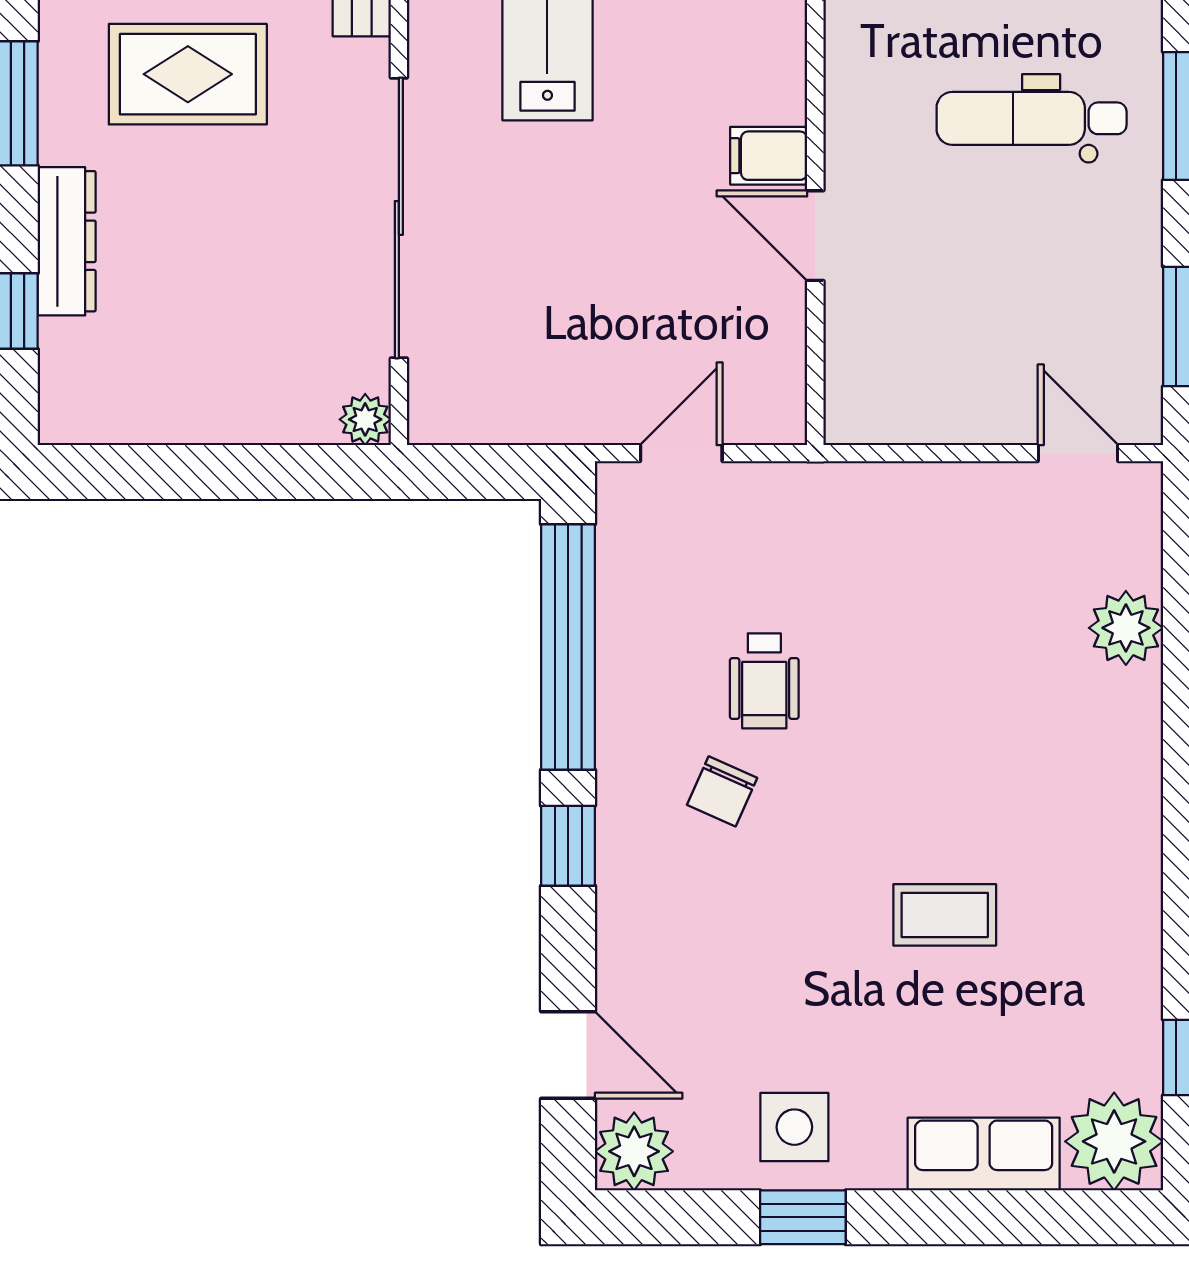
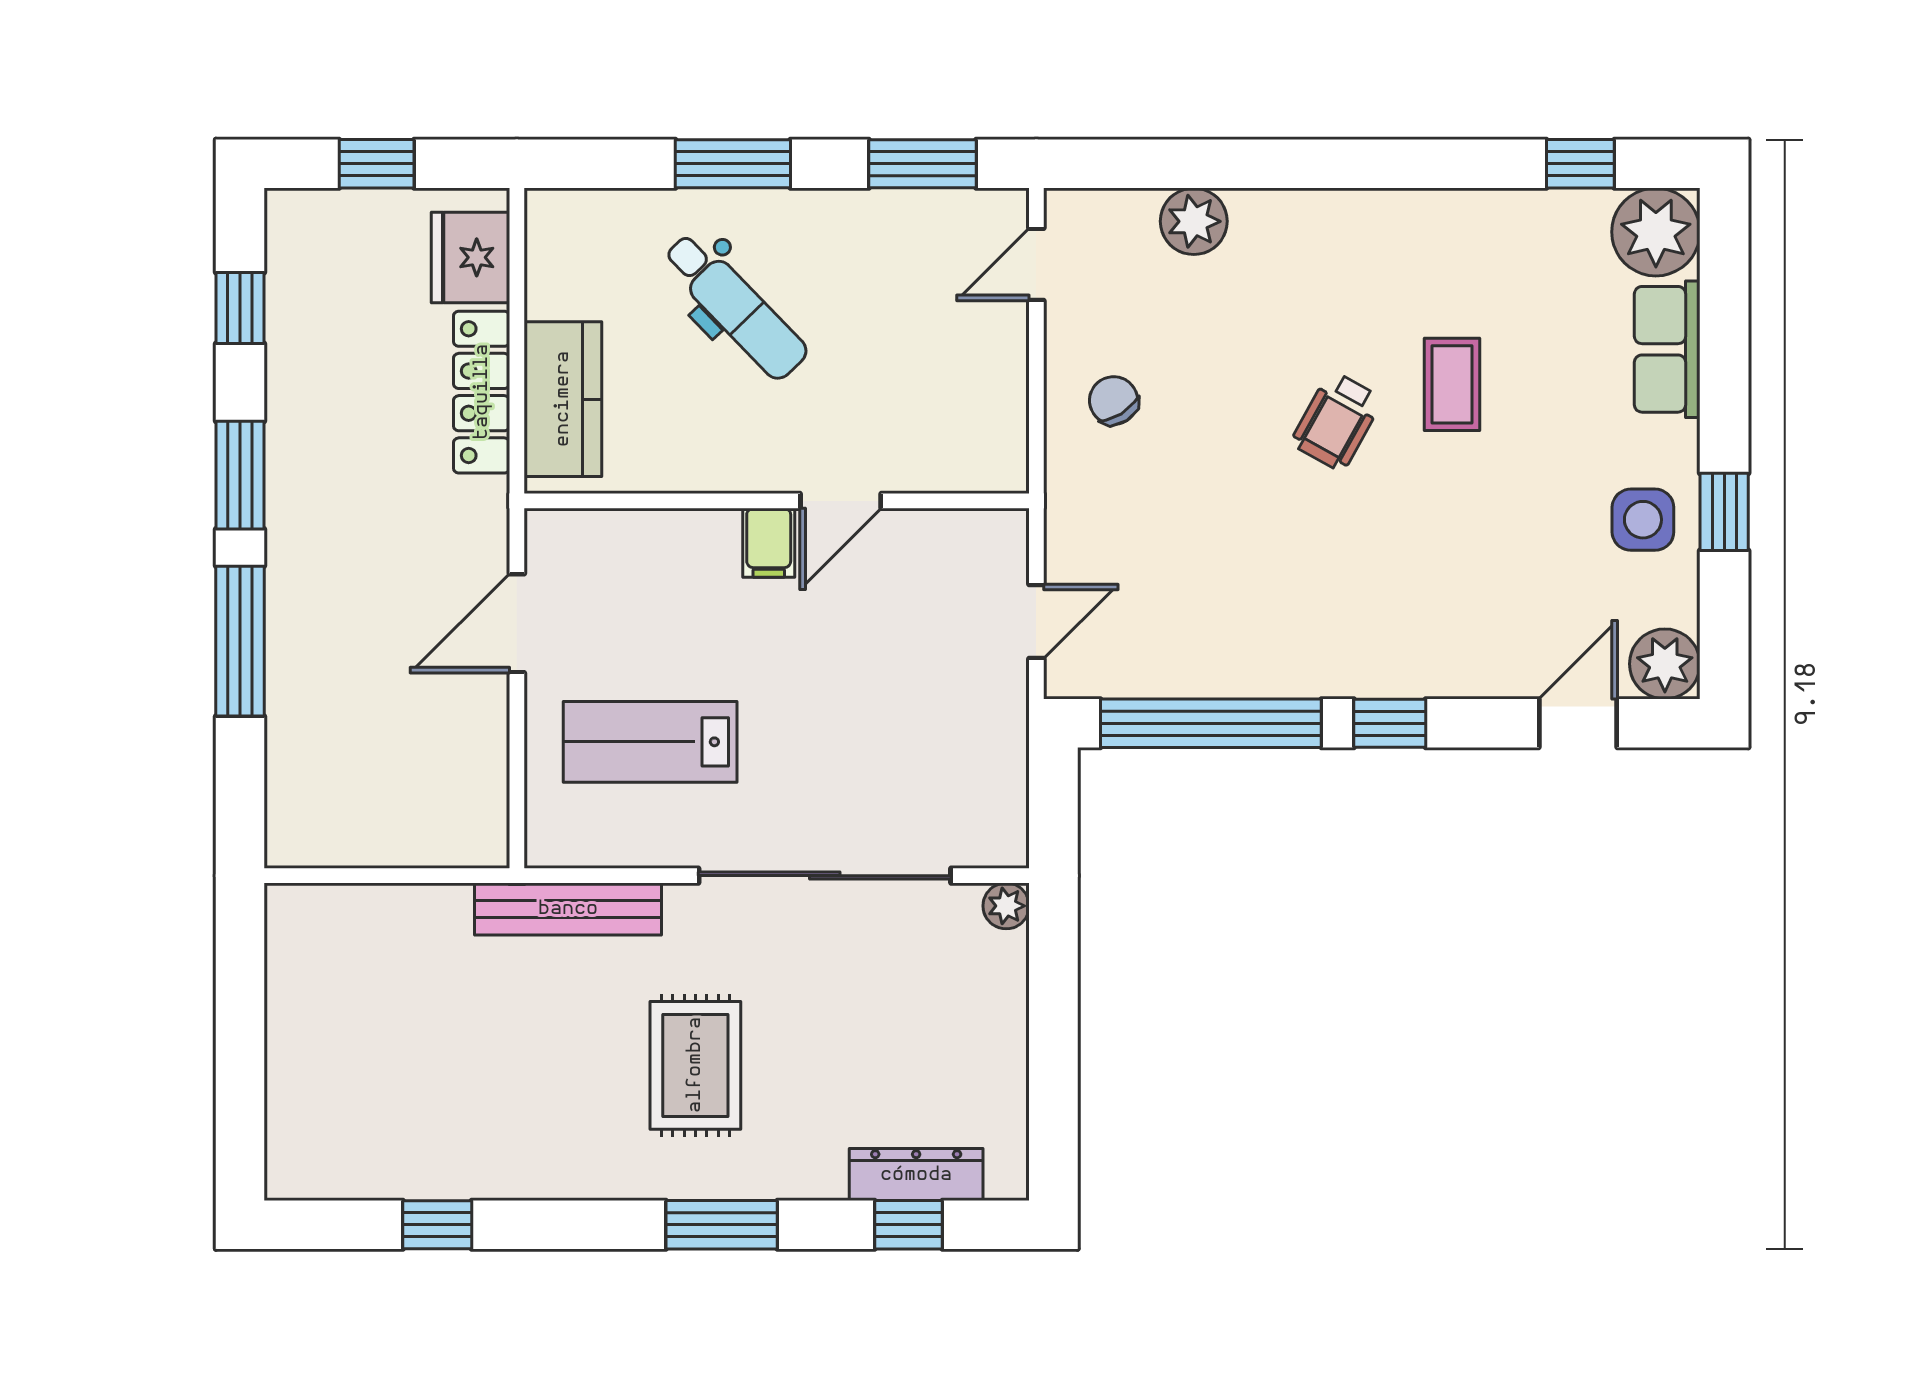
dental chair: (1032, 118) -> (735, 306), turned -44
dresser: (67, 241) -> (916, 1175), moved
door: (681, 453) -> (1036, 621), swing flipped
wheelchair: (764, 681) -> (1337, 421), moved, turned 119
chair: (722, 791) -> (1114, 401), moved, turned -146

